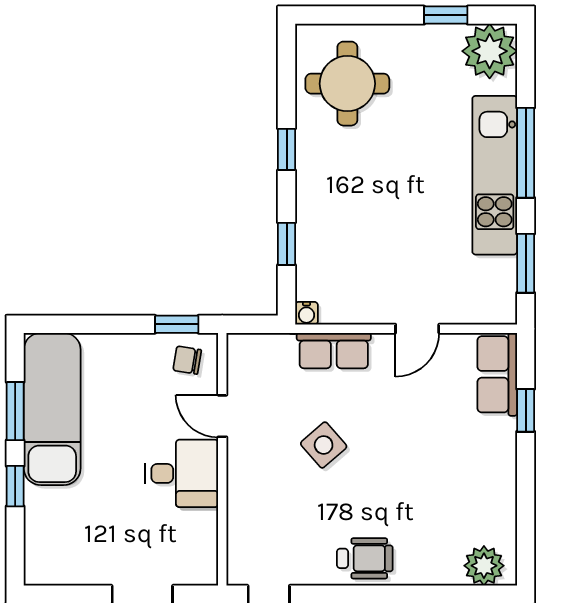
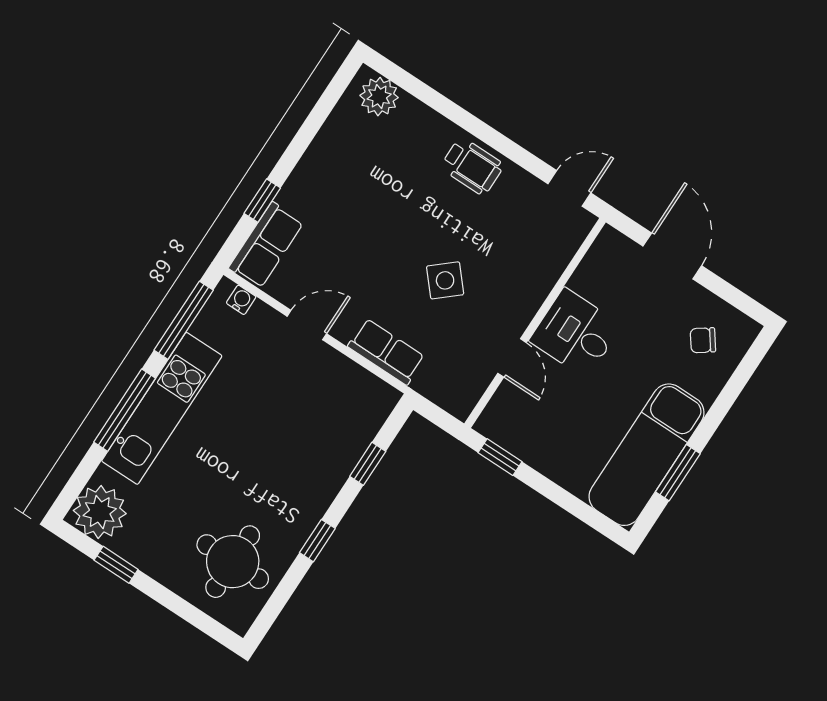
window: (526, 263) -> (184, 320), width x1.44
water cooler: (306, 313) -> (241, 300), moved
chair: (187, 360) -> (703, 340), moved, turned 135
window: (15, 486) -> (718, 412), removed
wheelchair: (365, 558) -> (472, 166), turned 180

